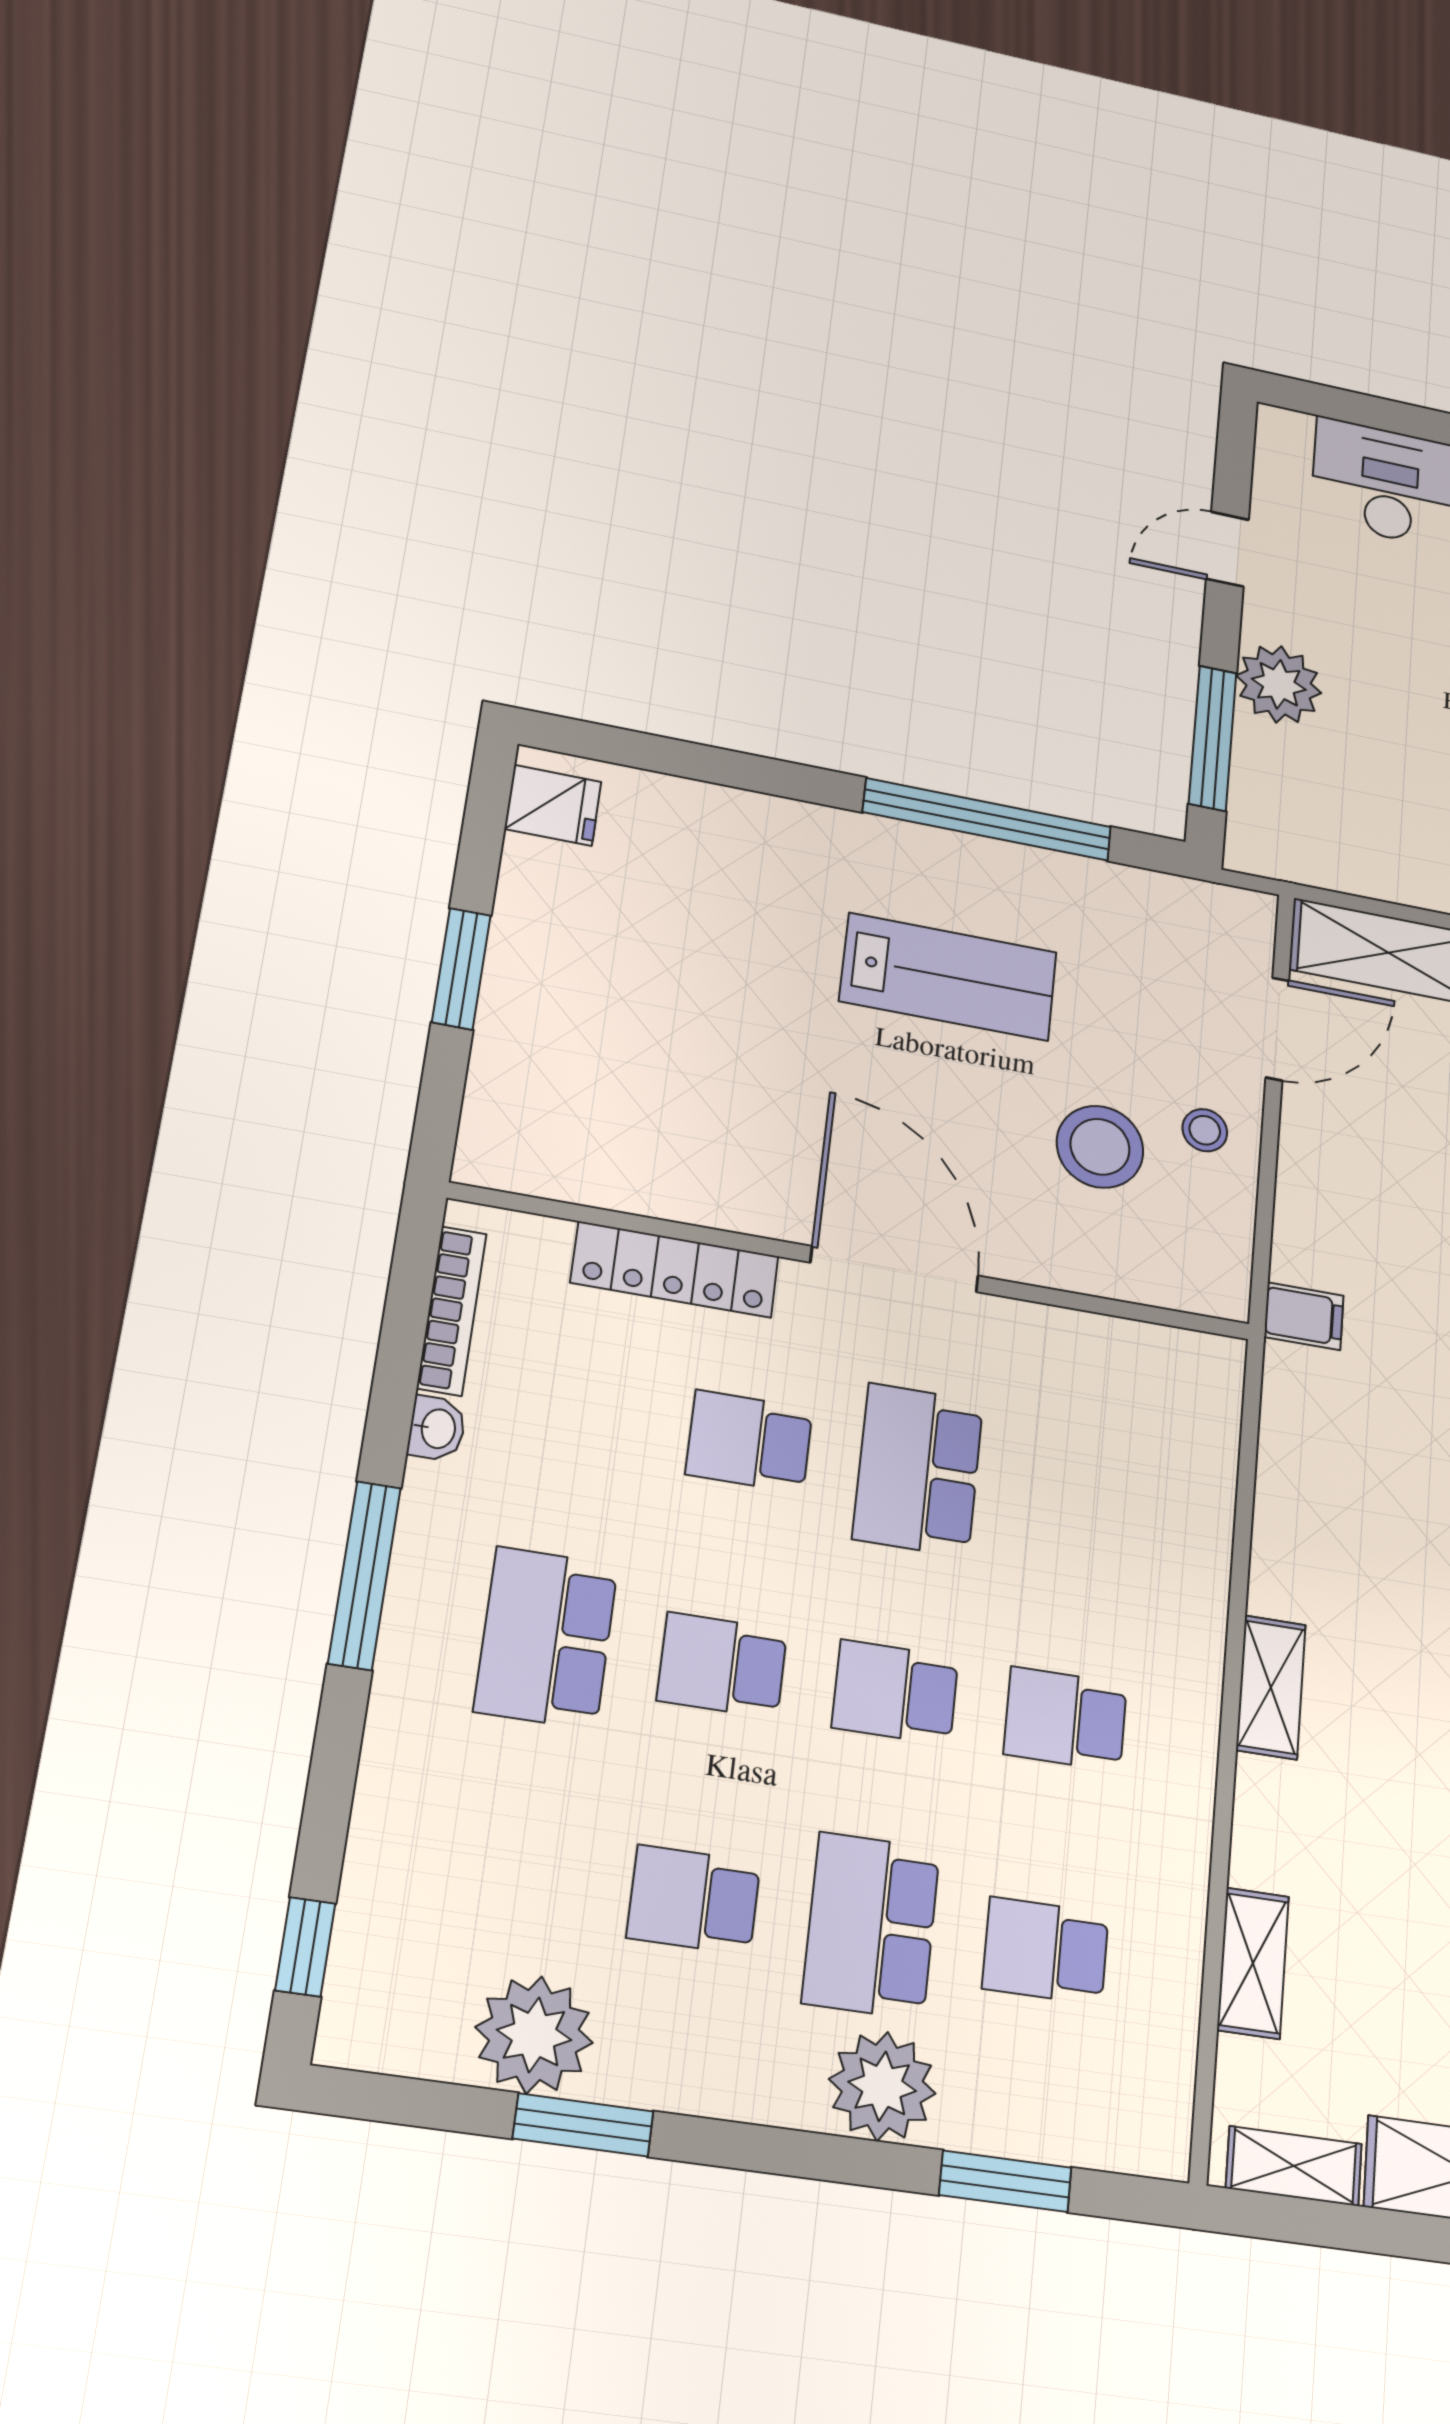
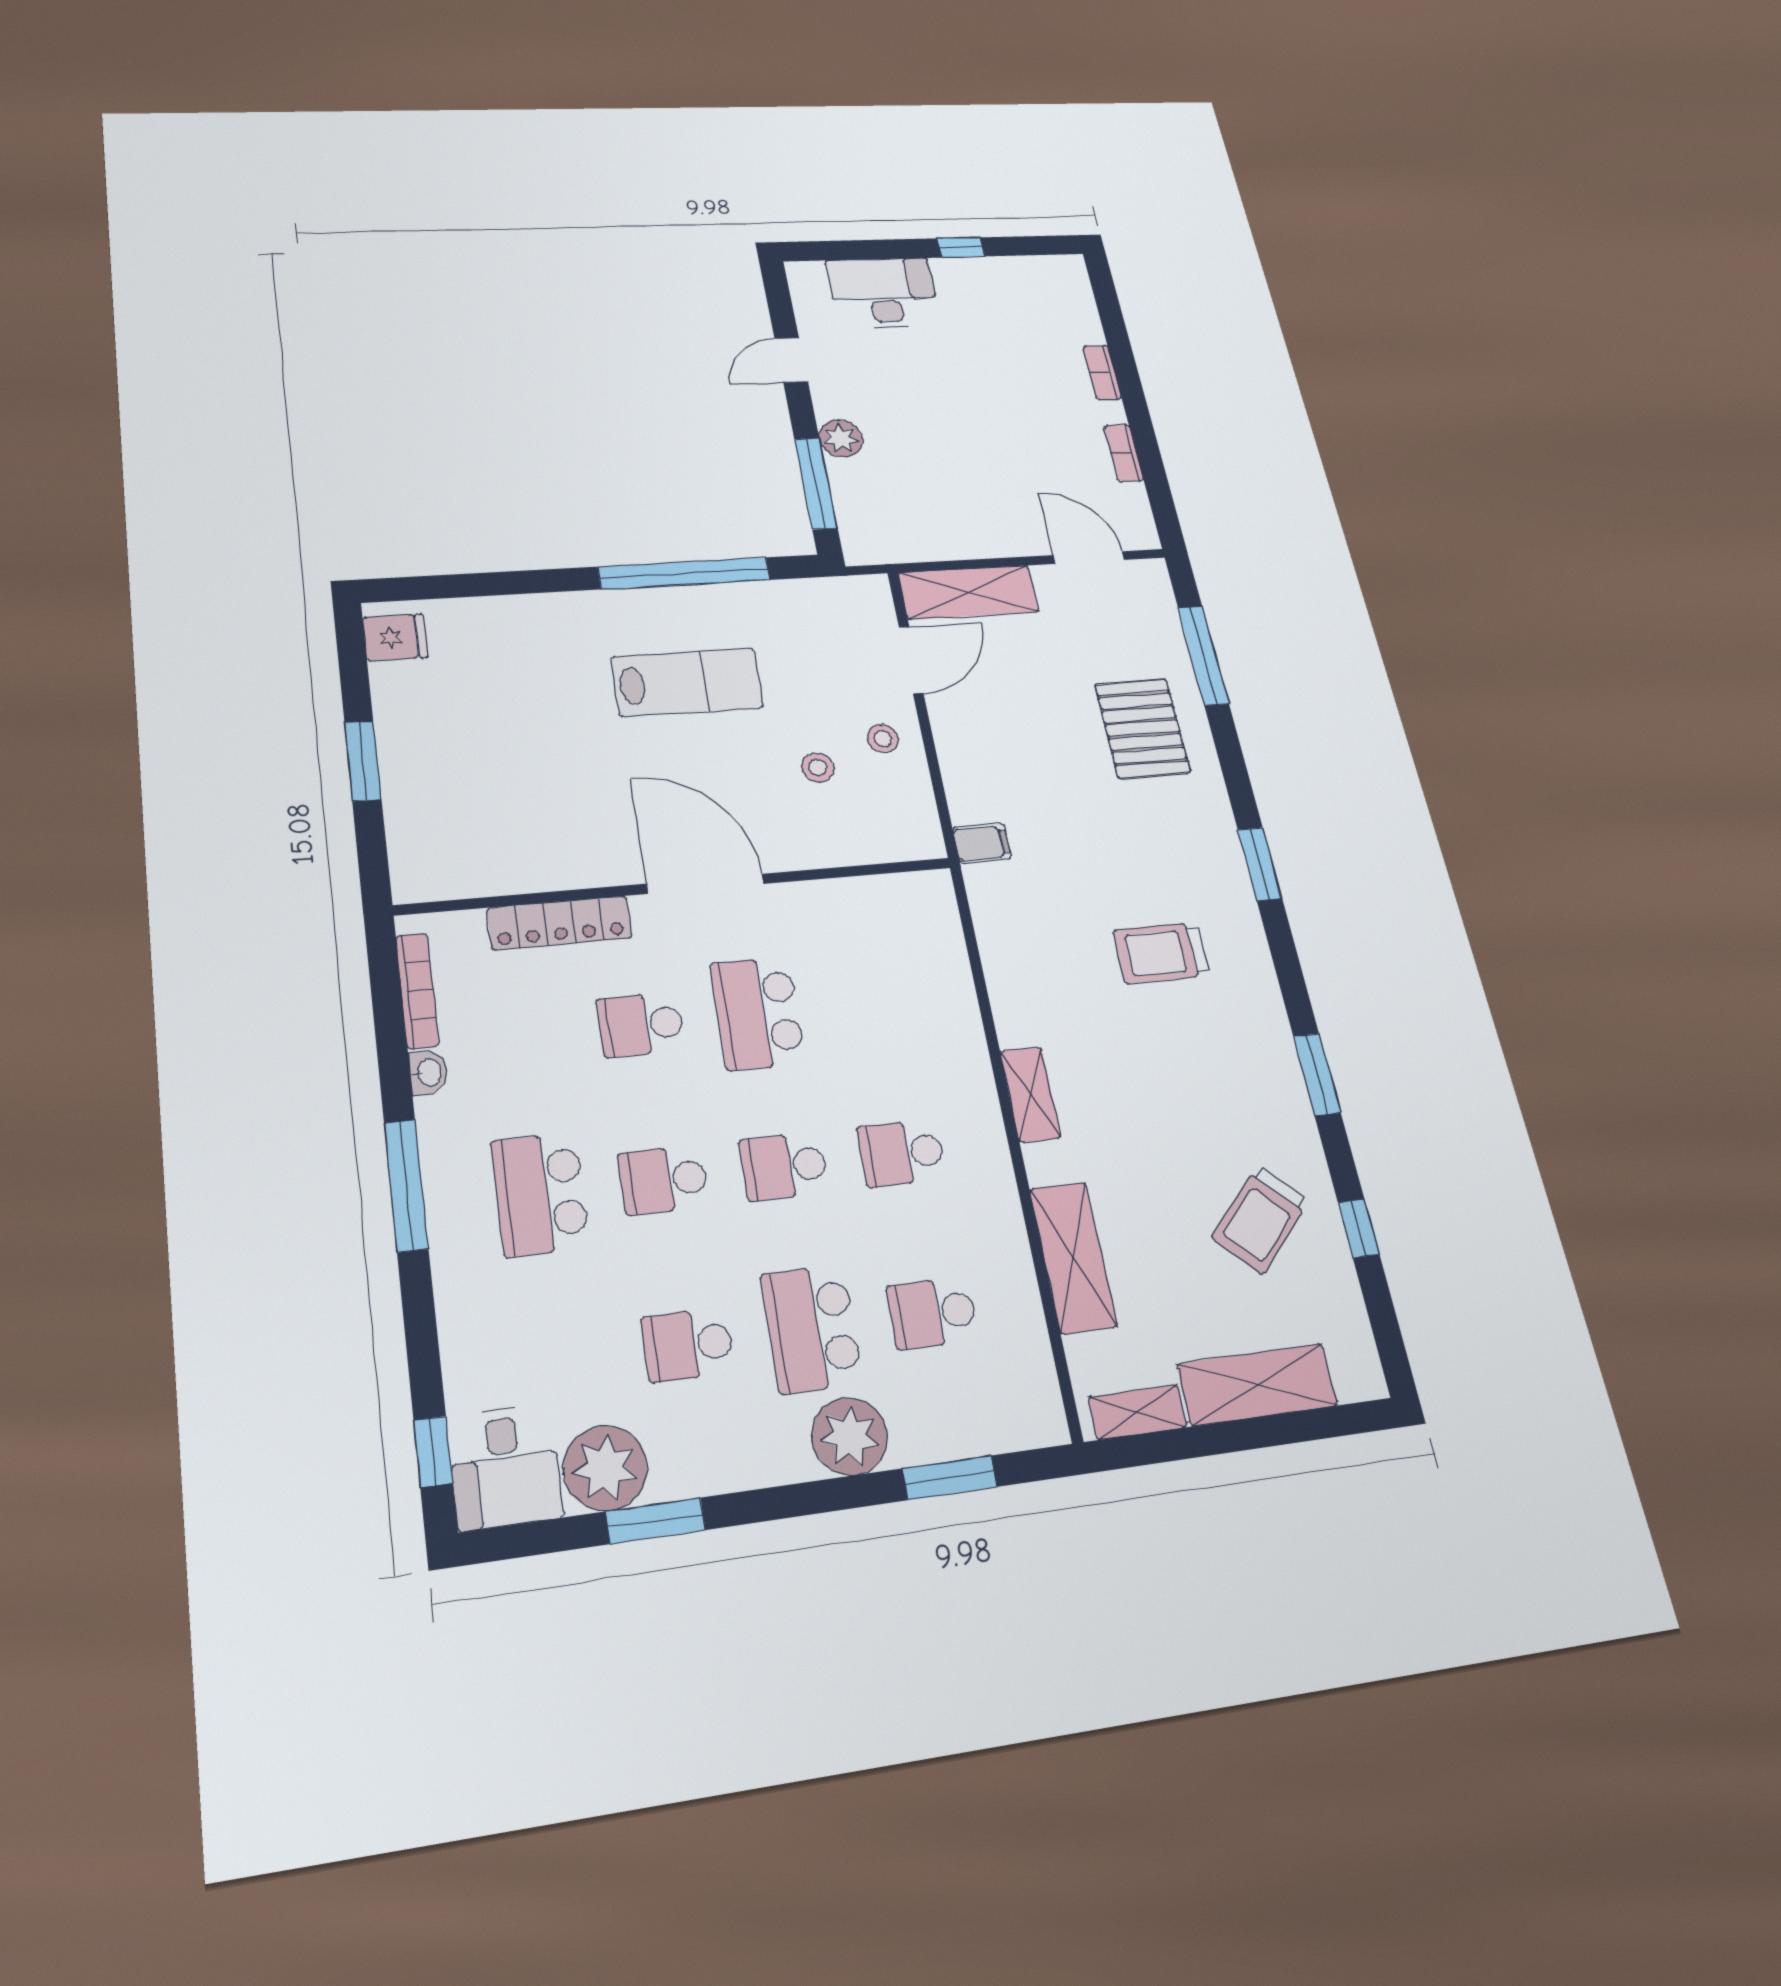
plant: (1279, 684) -> (841, 438), width x0.73, depth x0.73
stool: (1100, 1147) -> (818, 767), width x0.53, depth x0.53
shelving: (1253, 1963) -> (1073, 1257), width x1.50, depth x1.33
desk: (398, 1995) -> (505, 1467), added

